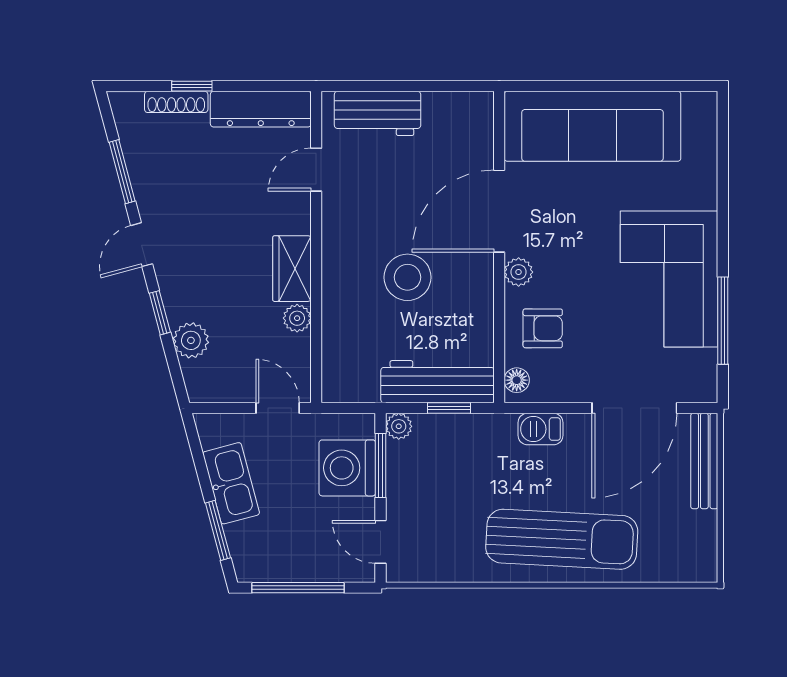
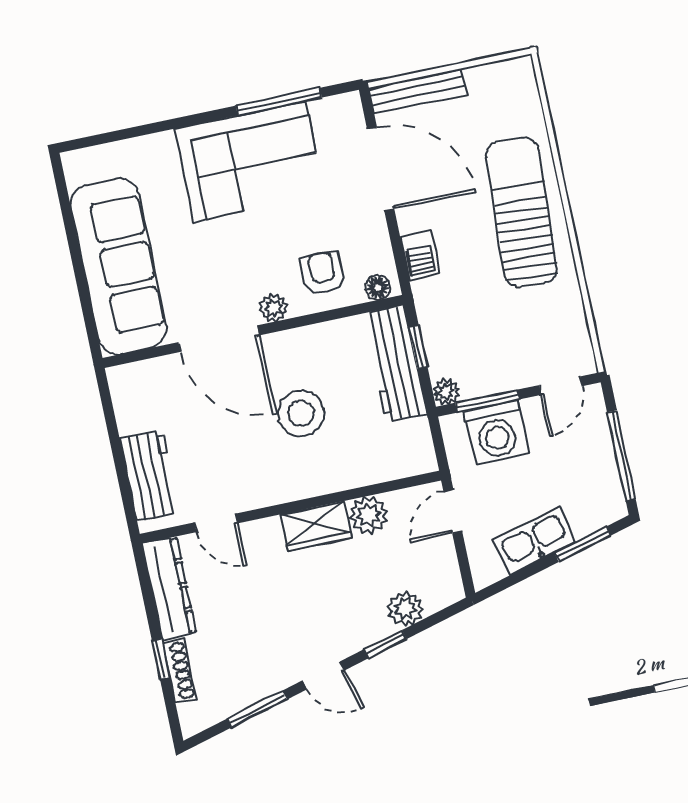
plant: (297, 318) -> (369, 515), width x1.38, depth x1.38

